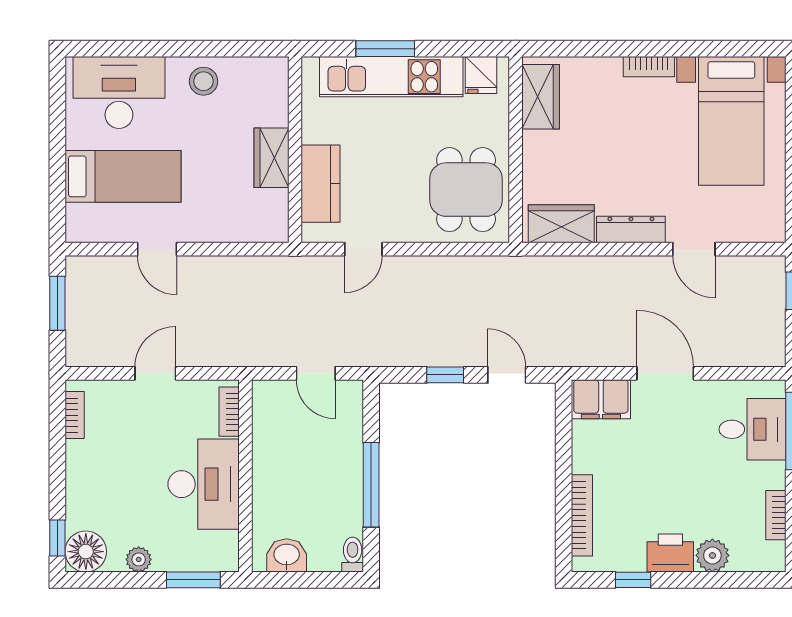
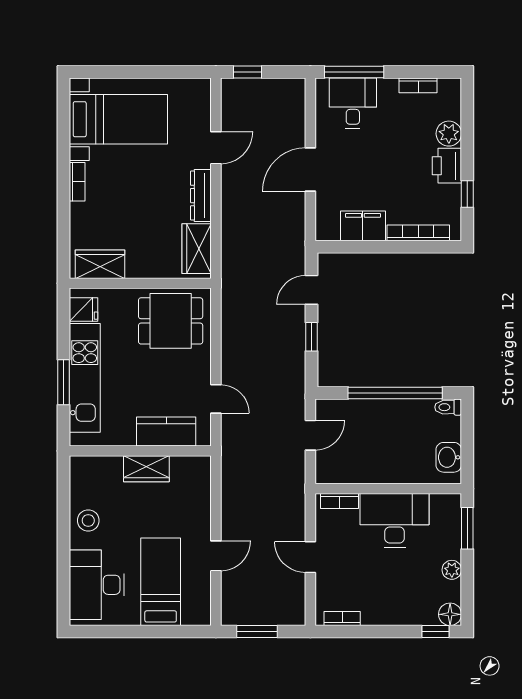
filing cabinet: (601, 399) -> (363, 226), moved, turned -90
window: (371, 485) -> (395, 393), width x1.46
floor lamp: (86, 552) -> (450, 614), width x0.73, depth x0.73

